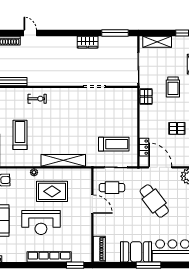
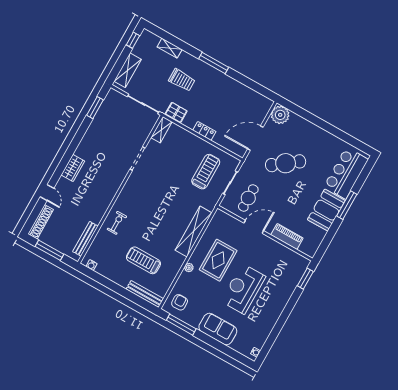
door: (30, 33) -> (47, 193), swing flipped
window: (115, 33) -> (95, 108), width x0.69
wardrobe: (88, 42) -> (73, 168), moved
shelving: (127, 93) -> (161, 130), added
pallet: (177, 128) -> (226, 99), removed
locker: (144, 147) -> (204, 131), moved
reception desk: (41, 223) -> (243, 289), turned 180
piano: (99, 249) -> (287, 237), moved
row of seats: (49, 257) -> (282, 300), removed

